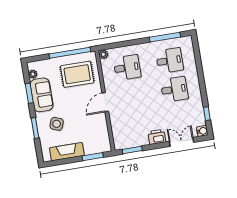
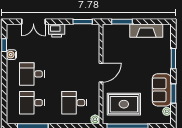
side table: (57, 124) -> (152, 59), removed
water cooler: (202, 131) -> (11, 55), moved

